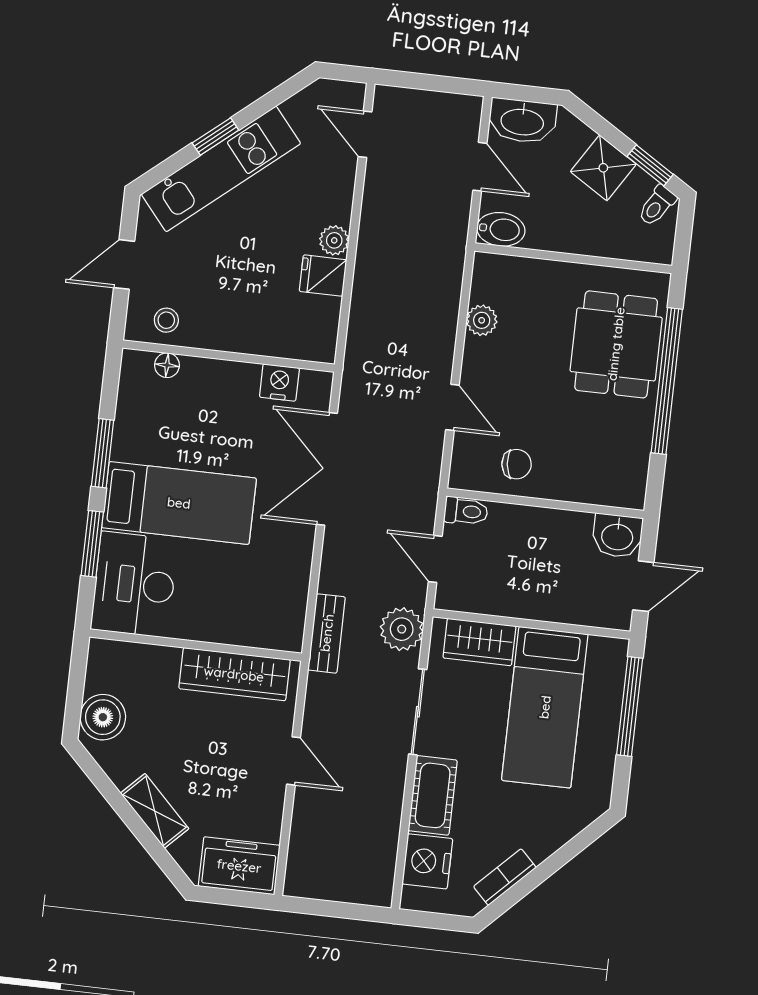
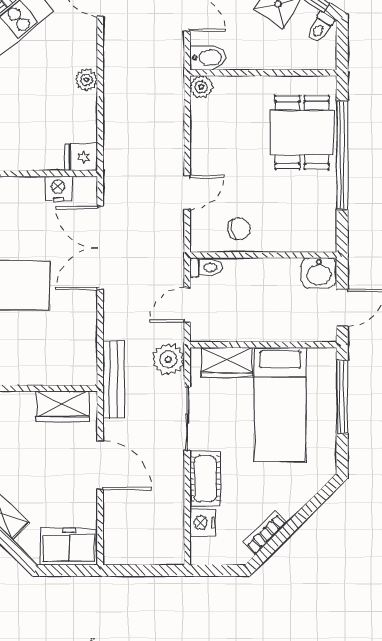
fridge: (323, 276) -> (81, 157), moved
plant: (482, 320) -> (201, 87), moved
door: (452, 407) -> (187, 192), hinge flipped
door: (435, 559) -> (187, 305), hinge flipped
bench: (327, 633) -> (114, 379), width x1.36
wardrobe: (234, 674) -> (63, 406), width x0.67
door: (294, 761) -> (100, 465), width x1.38
nightstand: (427, 861) -> (203, 523), width x0.74, depth x0.75

